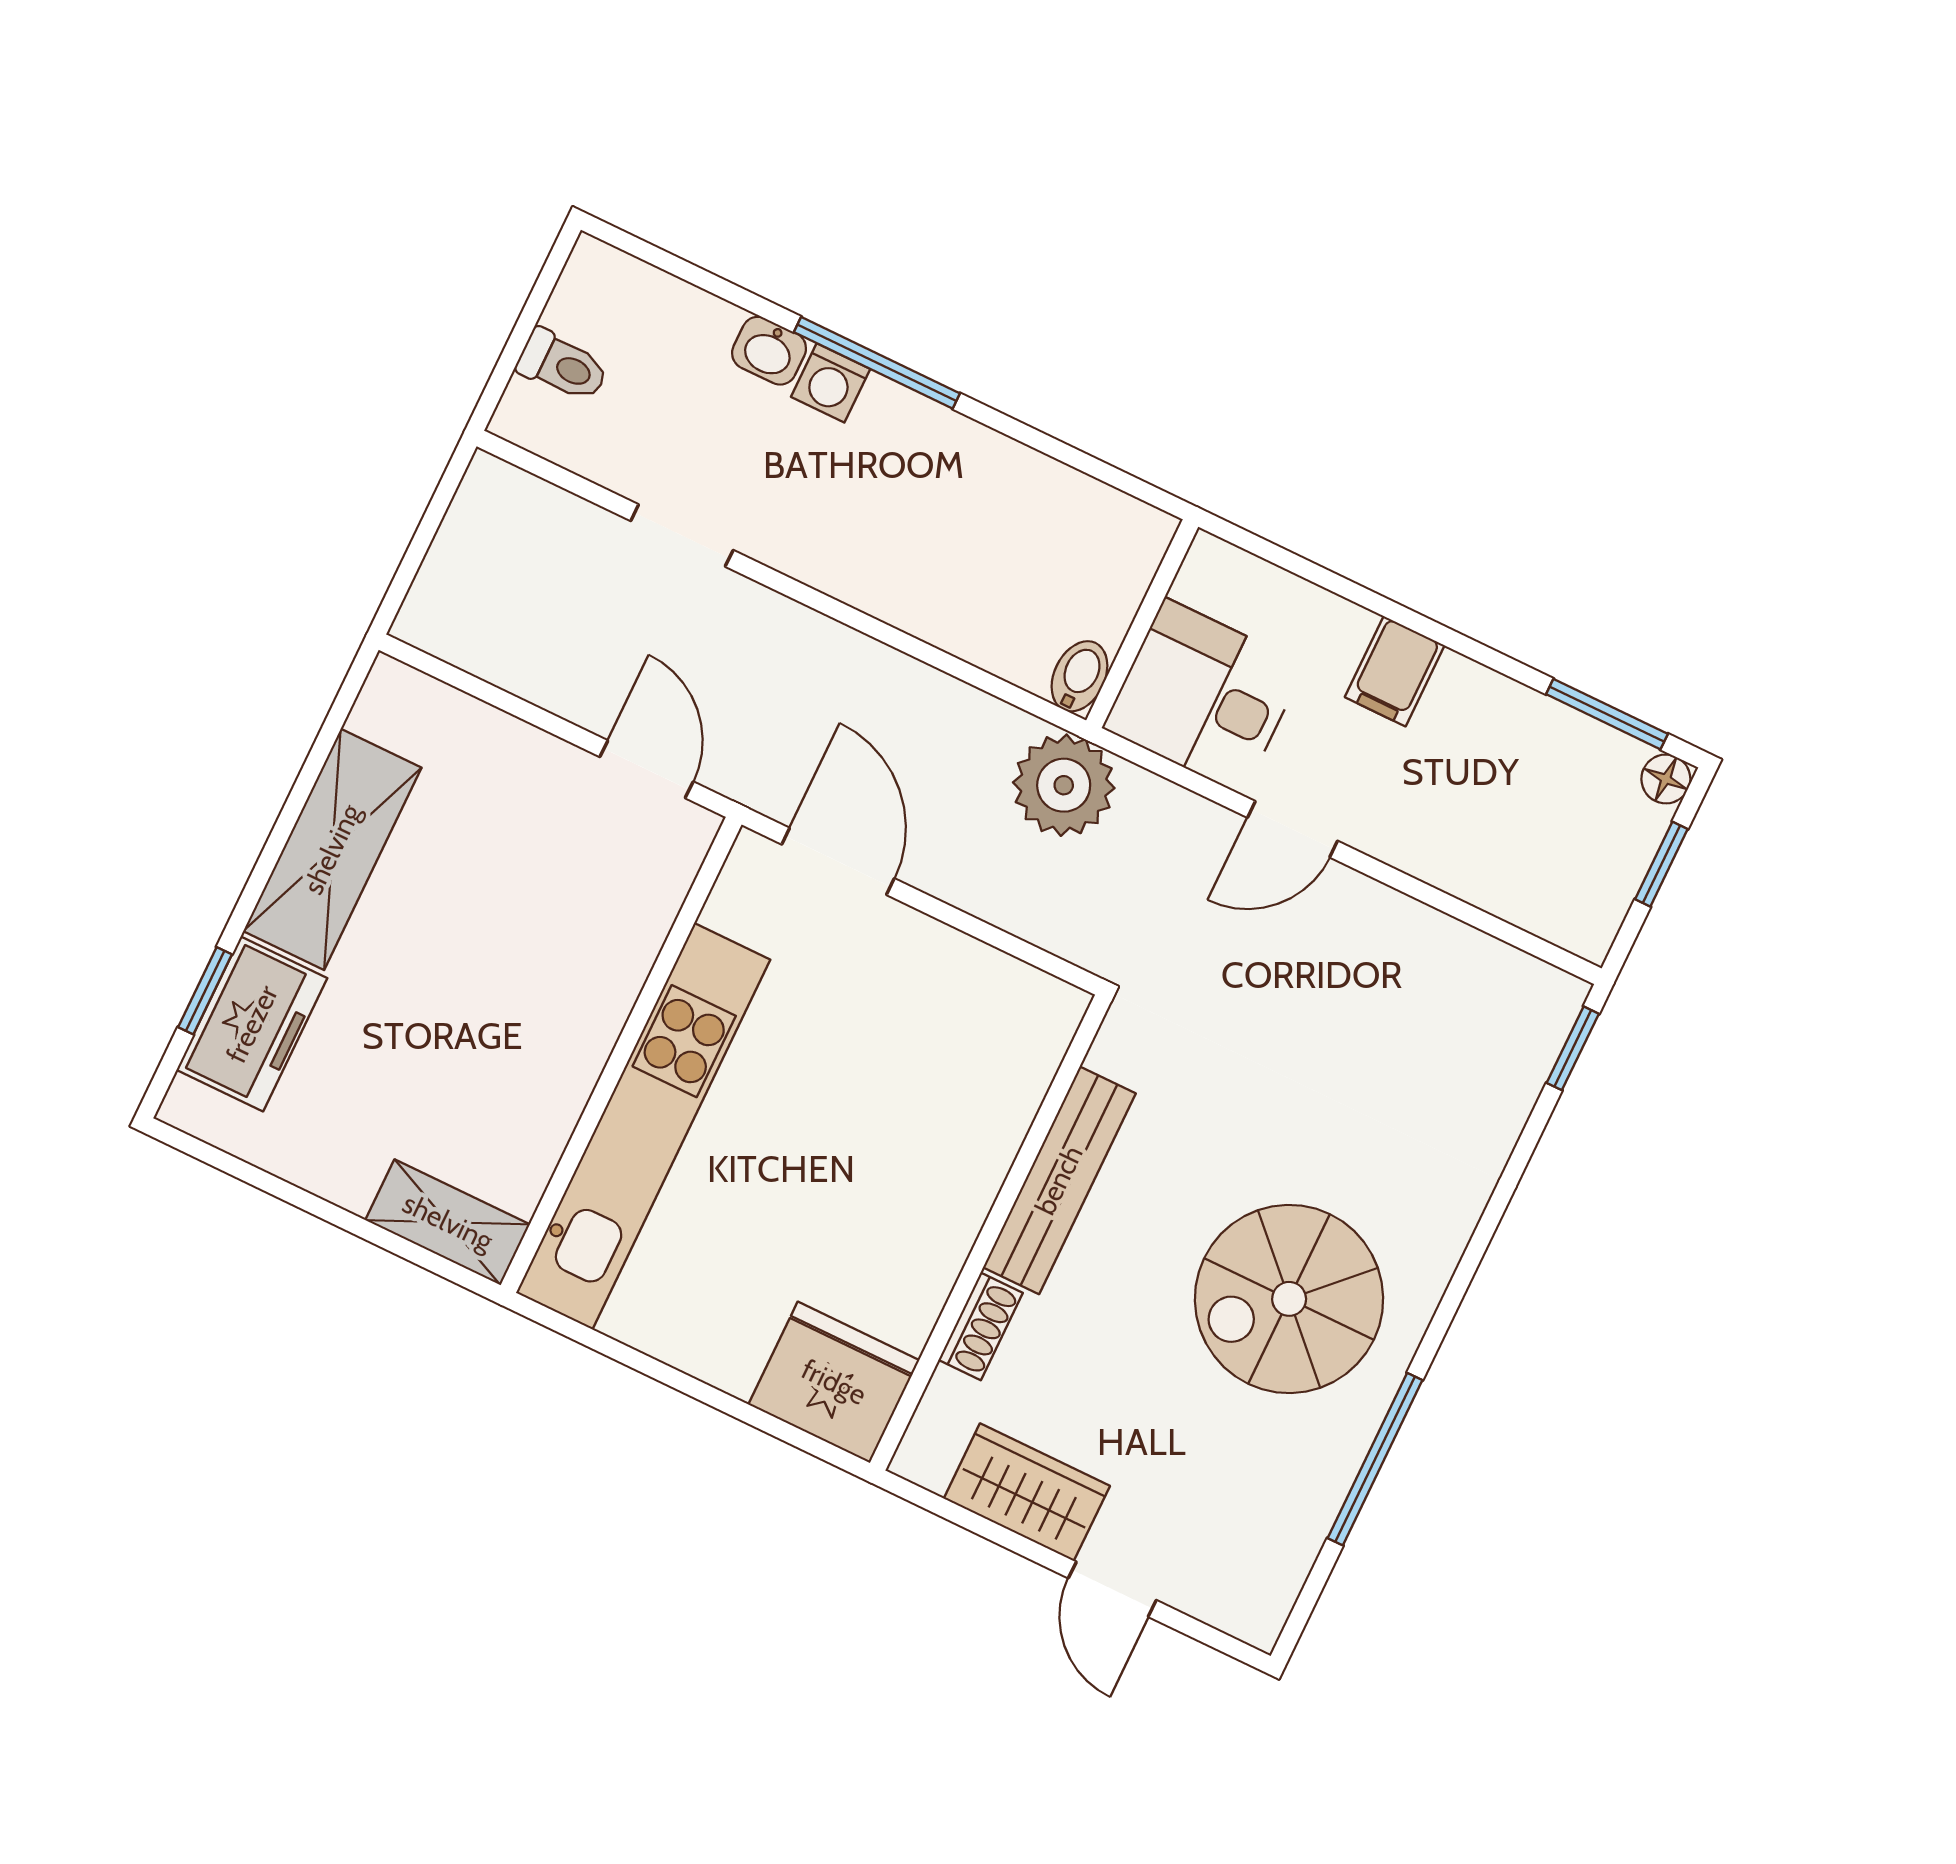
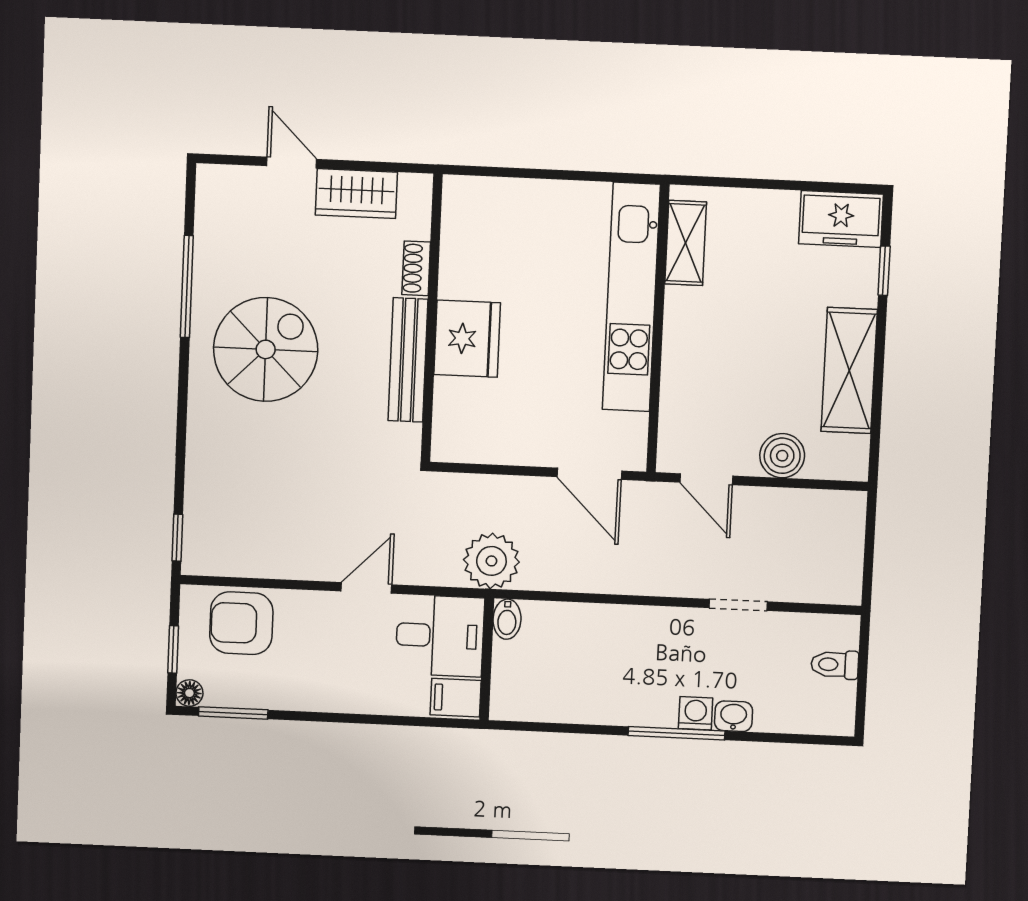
filing cabinet: (1395, 671) -> (456, 698), moved, turned -90
boiler: (503, 755) -> (782, 456), added
armchair: (1528, 859) -> (241, 623), added
freezer: (252, 1024) -> (841, 219), moved, turned -90
shelving: (448, 1222) -> (686, 243), moved, turned 90
fridge: (834, 1382) -> (467, 339), moved, turned -90

